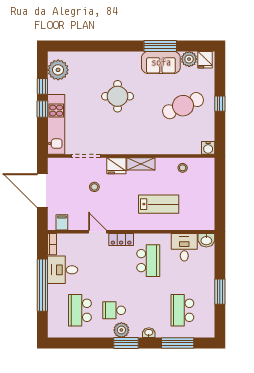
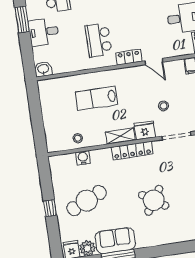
round table: (118, 96) -> (154, 200), turned 33
locker: (131, 148) -> (132, 151), added
water cooler: (208, 148) -> (83, 158), moved
desk: (184, 247) -> (44, 32), moved, turned 90

